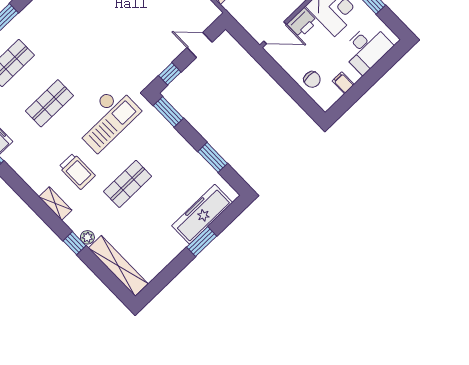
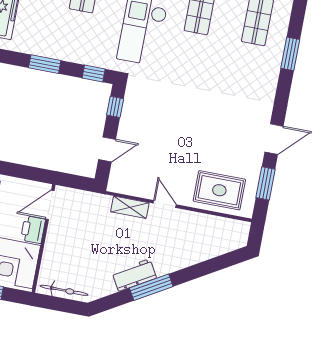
window: (168, 112) -> (94, 74), width x0.67
window: (213, 157) -> (45, 64), moved

